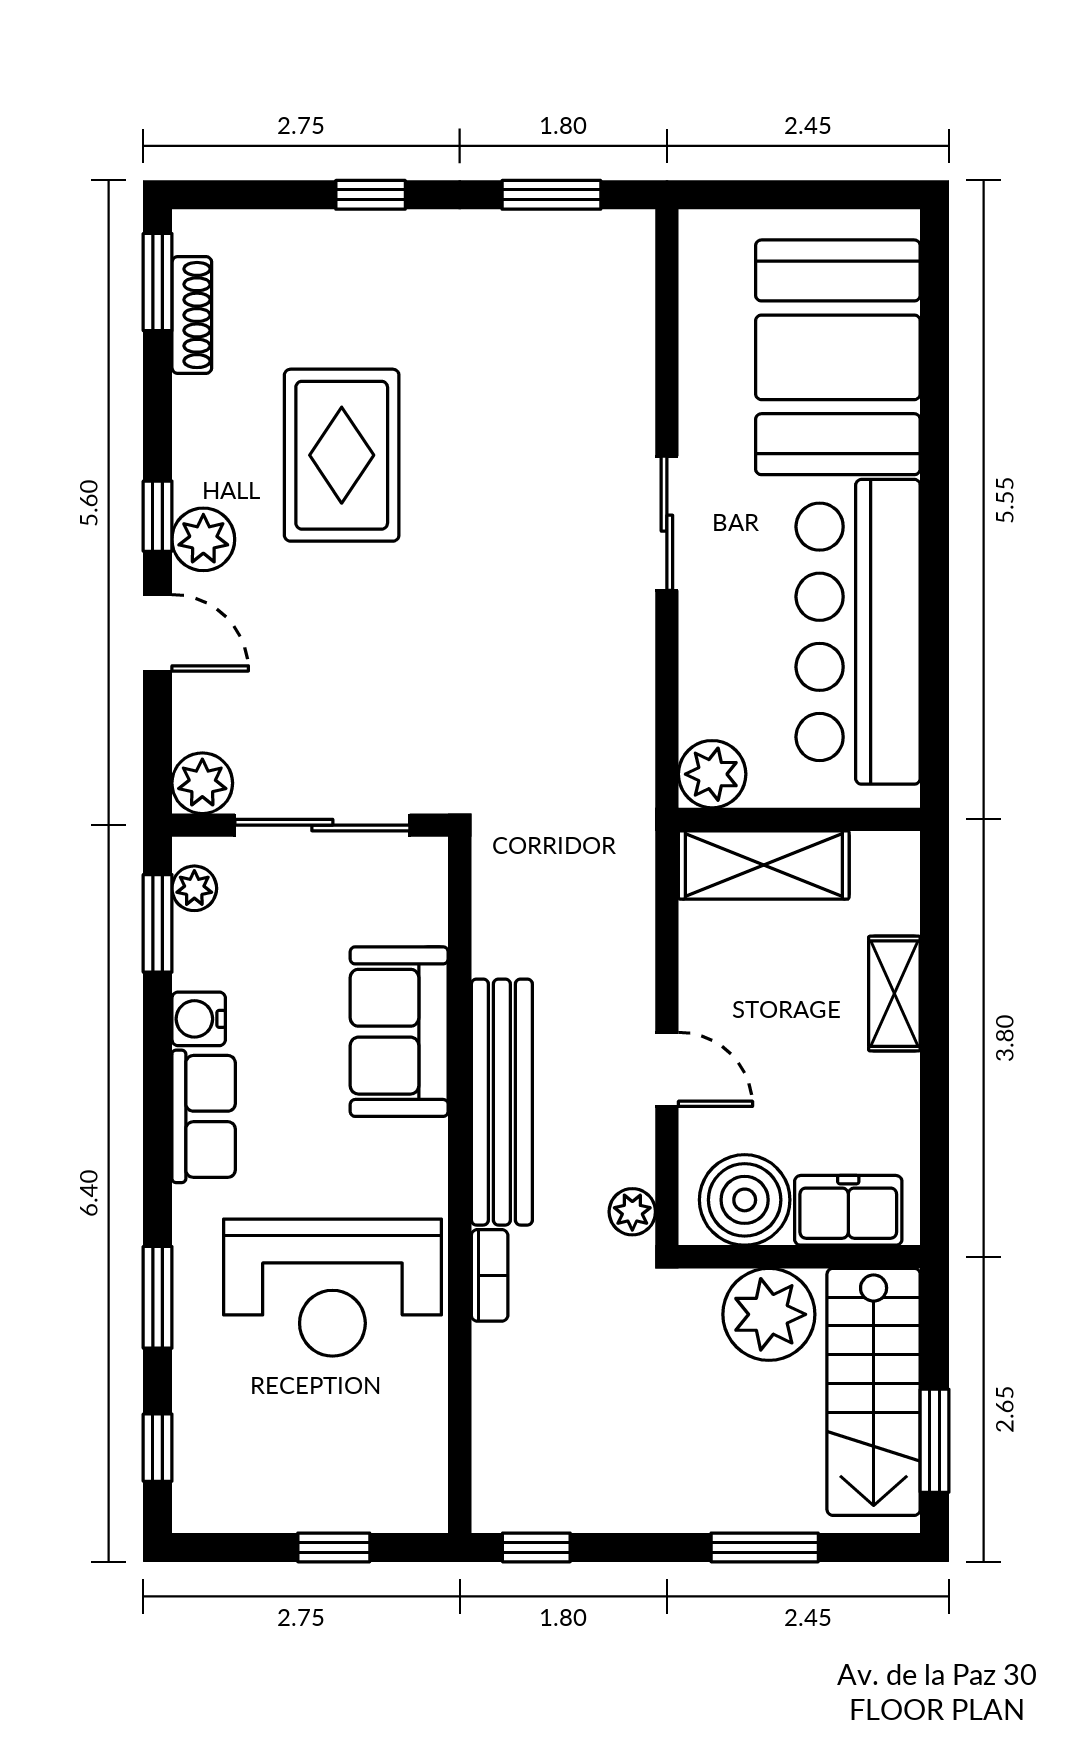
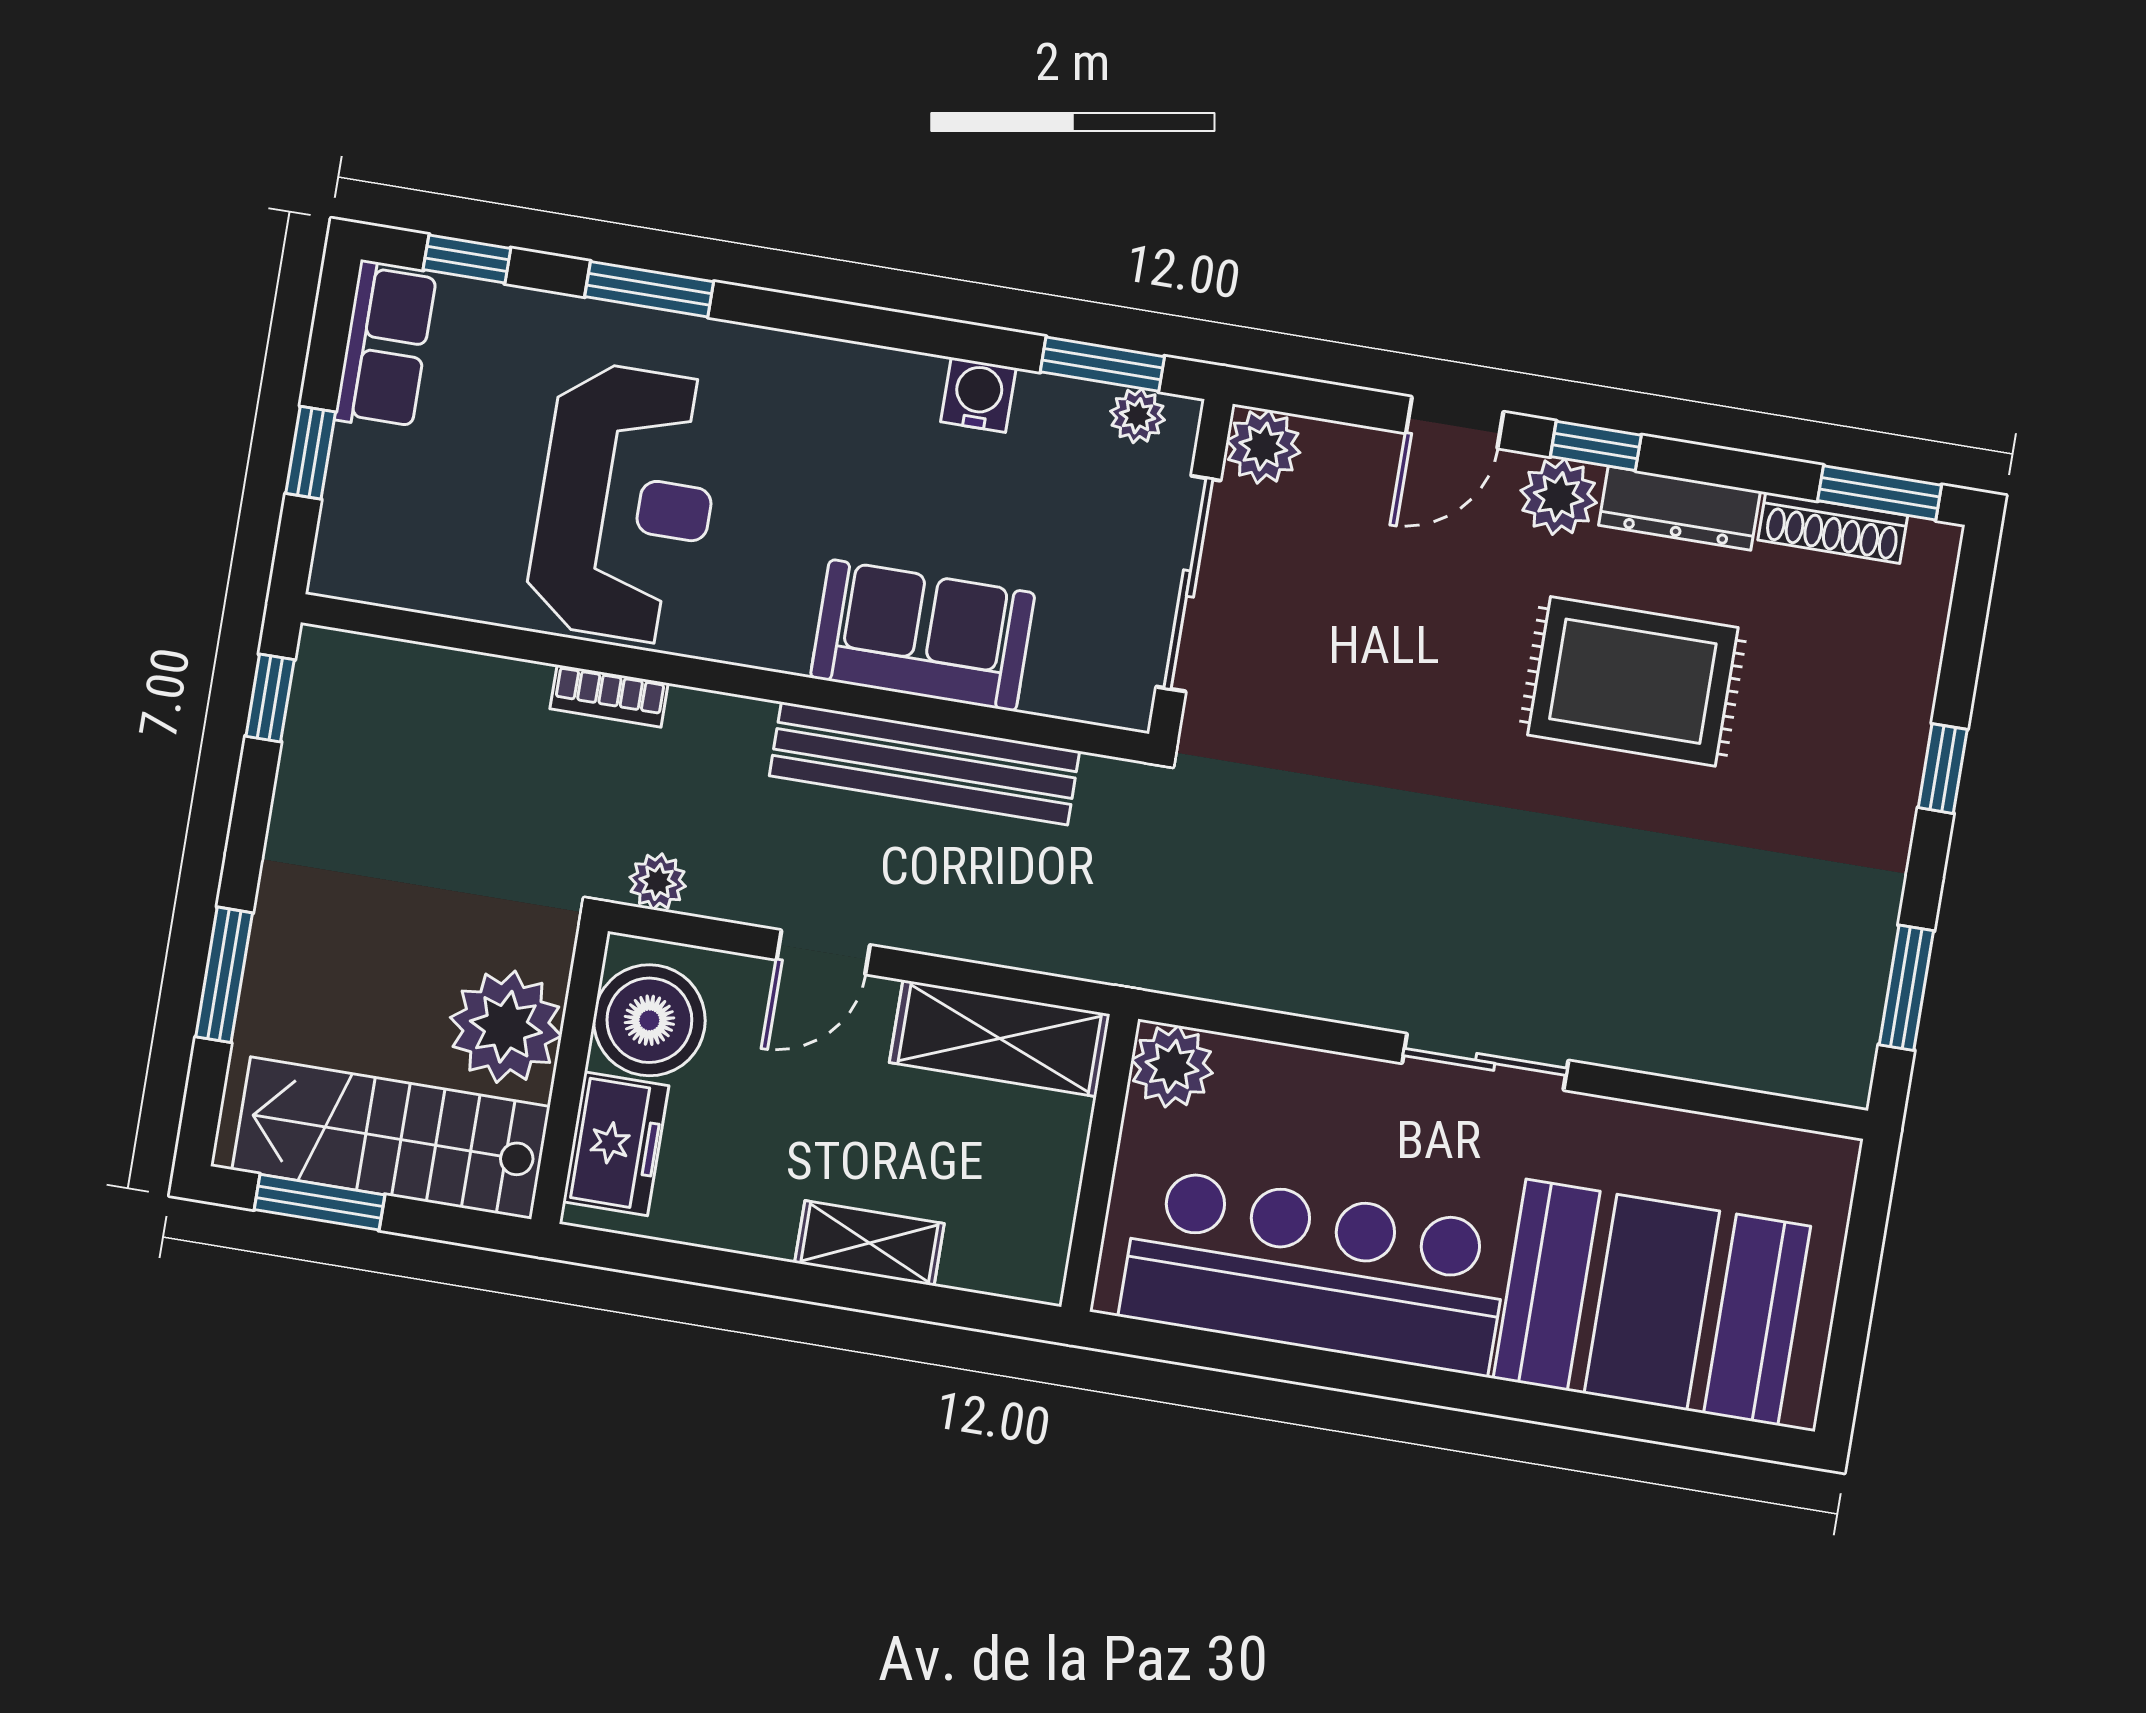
dresser: (196, 441) -> (1679, 508), added
shelving: (764, 865) -> (1000, 1038), moved, turned 90
bench: (502, 1102) -> (924, 763), moved
row of seats: (204, 1116) -> (386, 346), moved, turned -90
reception desk: (332, 1288) -> (626, 503), turned 180

